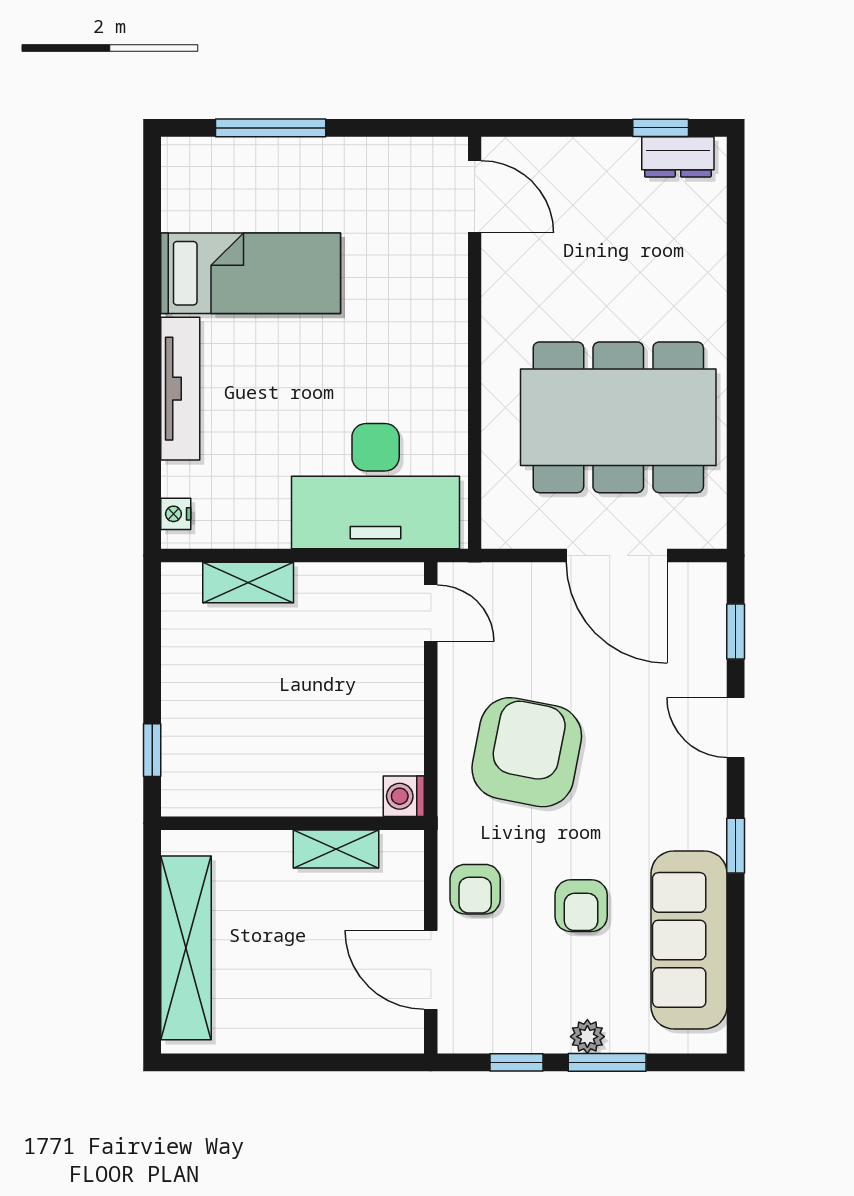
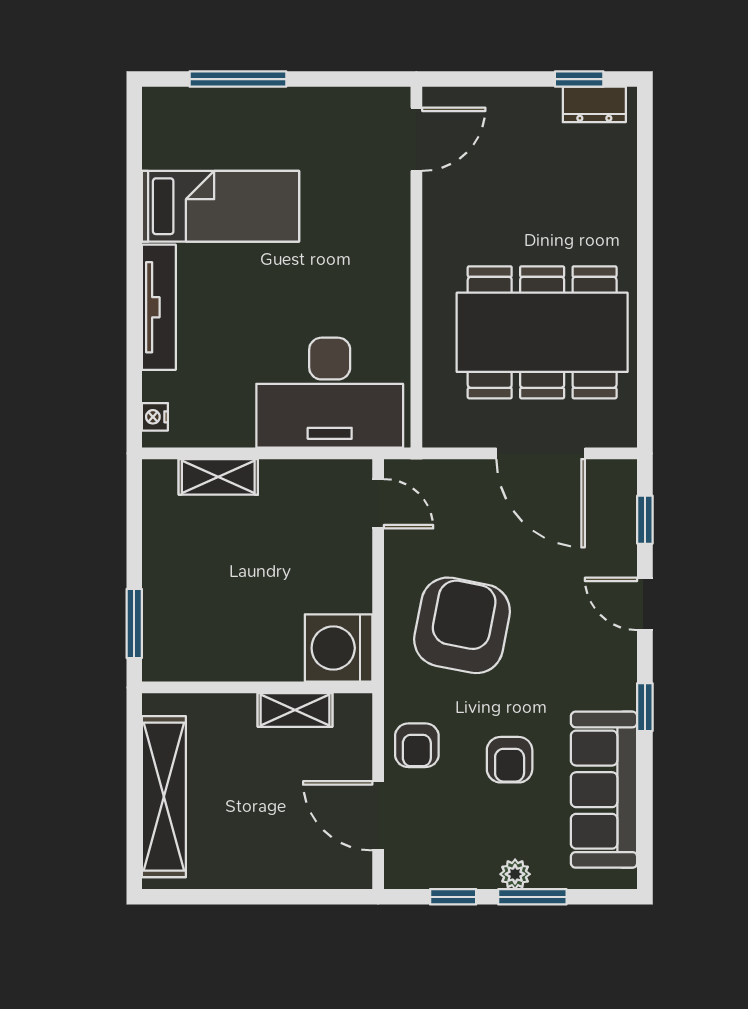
door: (475, 197) -> (416, 139), hinge flipped
window: (152, 750) -> (134, 624), width x1.50
washing machine: (404, 796) -> (339, 648), width x1.89, depth x1.89

